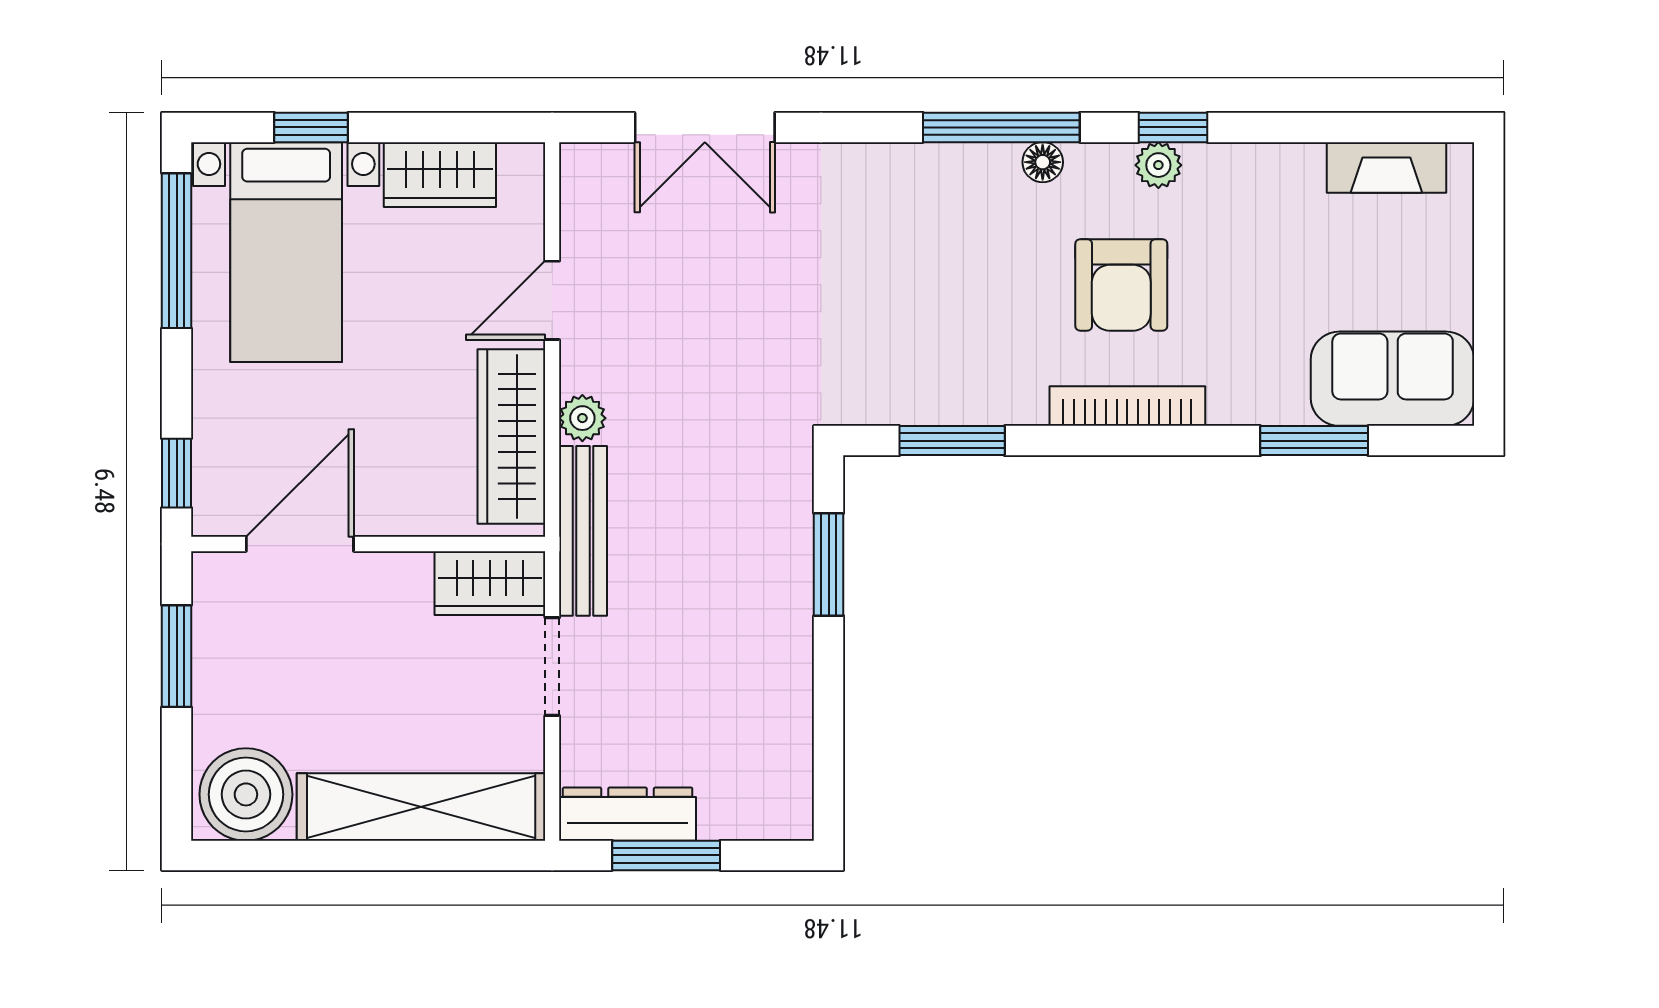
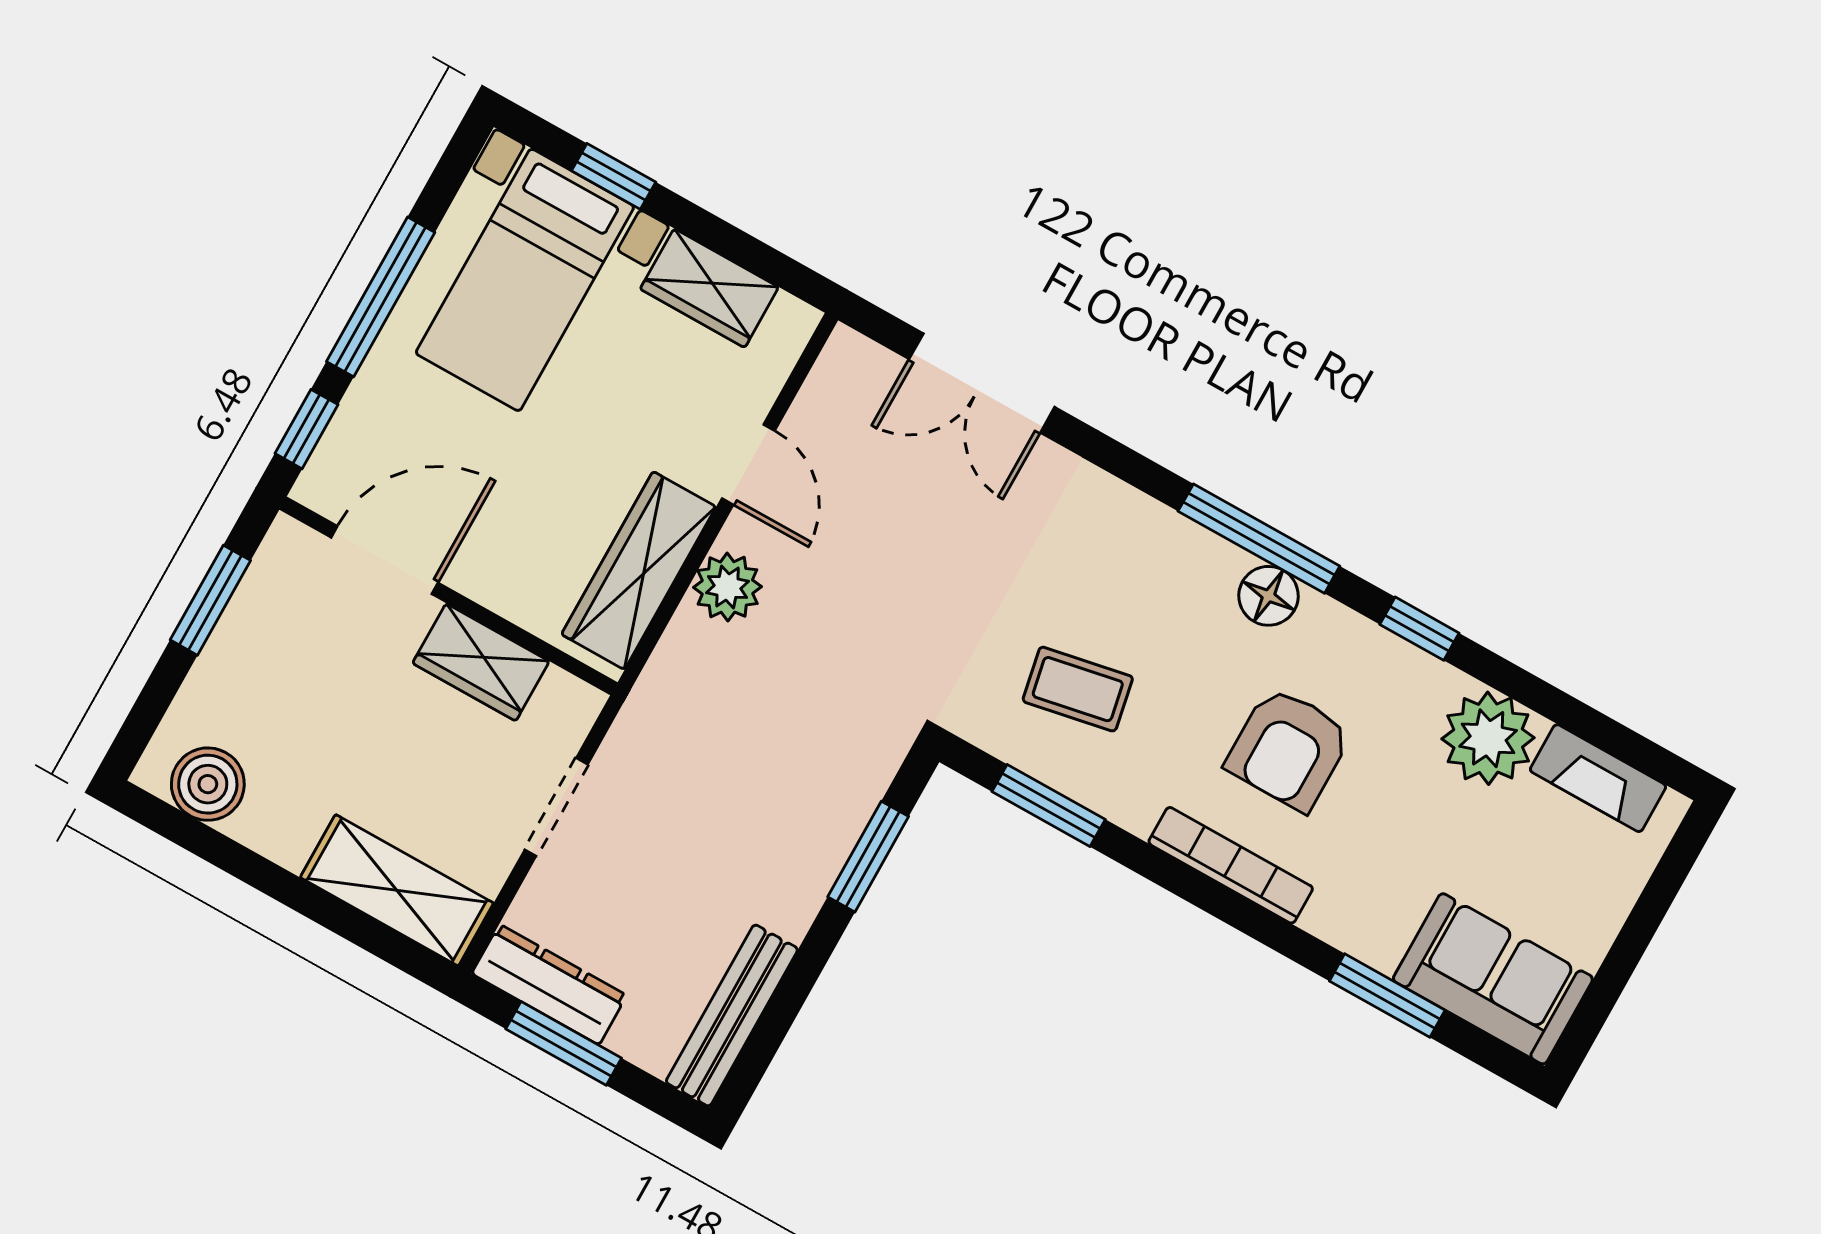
floor lamp: (1043, 162) -> (1269, 596), width x1.37, depth x1.37
plant: (1158, 165) -> (1488, 738), moved, width x1.87, depth x1.87
window: (177, 251) -> (381, 297), moved
door: (552, 300) -> (748, 465), swing flipped
coffee table: (923, 333) -> (1078, 689), added
plant: (582, 418) -> (727, 587), width x1.38, depth x1.38
bench: (583, 531) -> (732, 1015), moved
wardrobe: (490, 583) -> (481, 662), moved
boiler: (246, 794) -> (208, 784), width x0.73, depth x0.73
shelving: (421, 807) -> (397, 890), width x0.68

